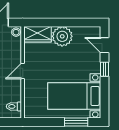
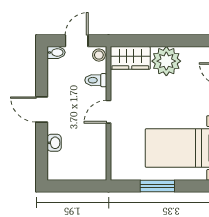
toilet: (14, 106) -> (96, 80), moved
window: (76, 122) -> (157, 186), moved

